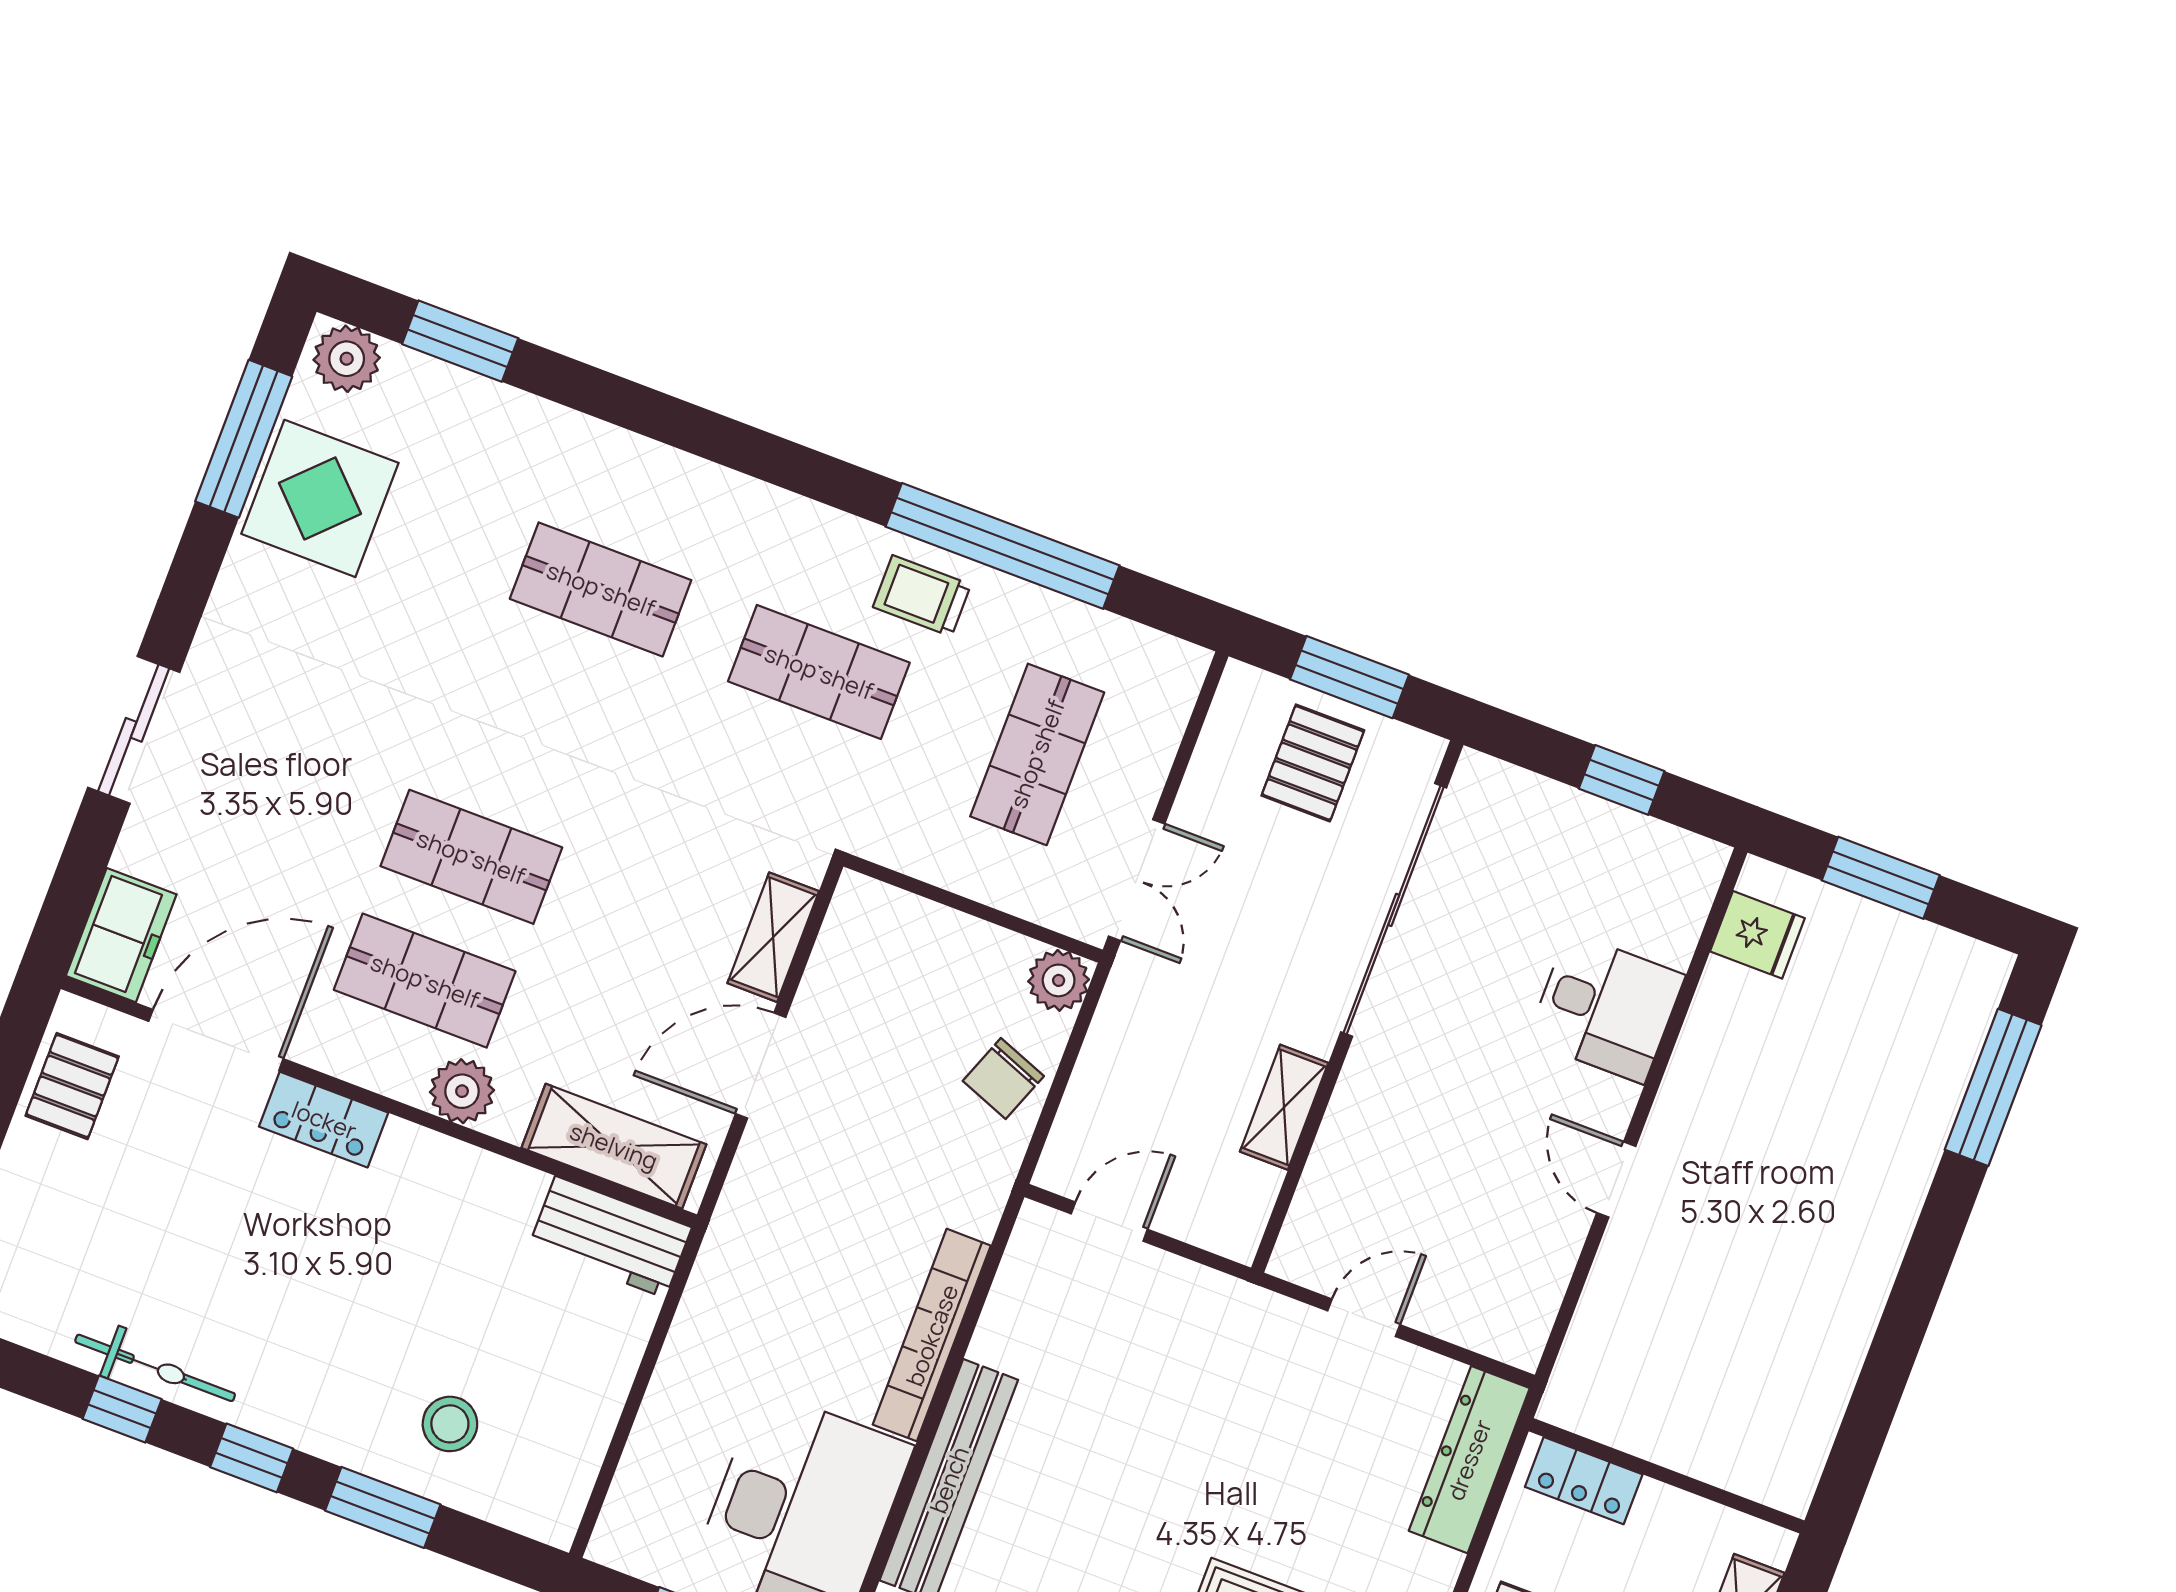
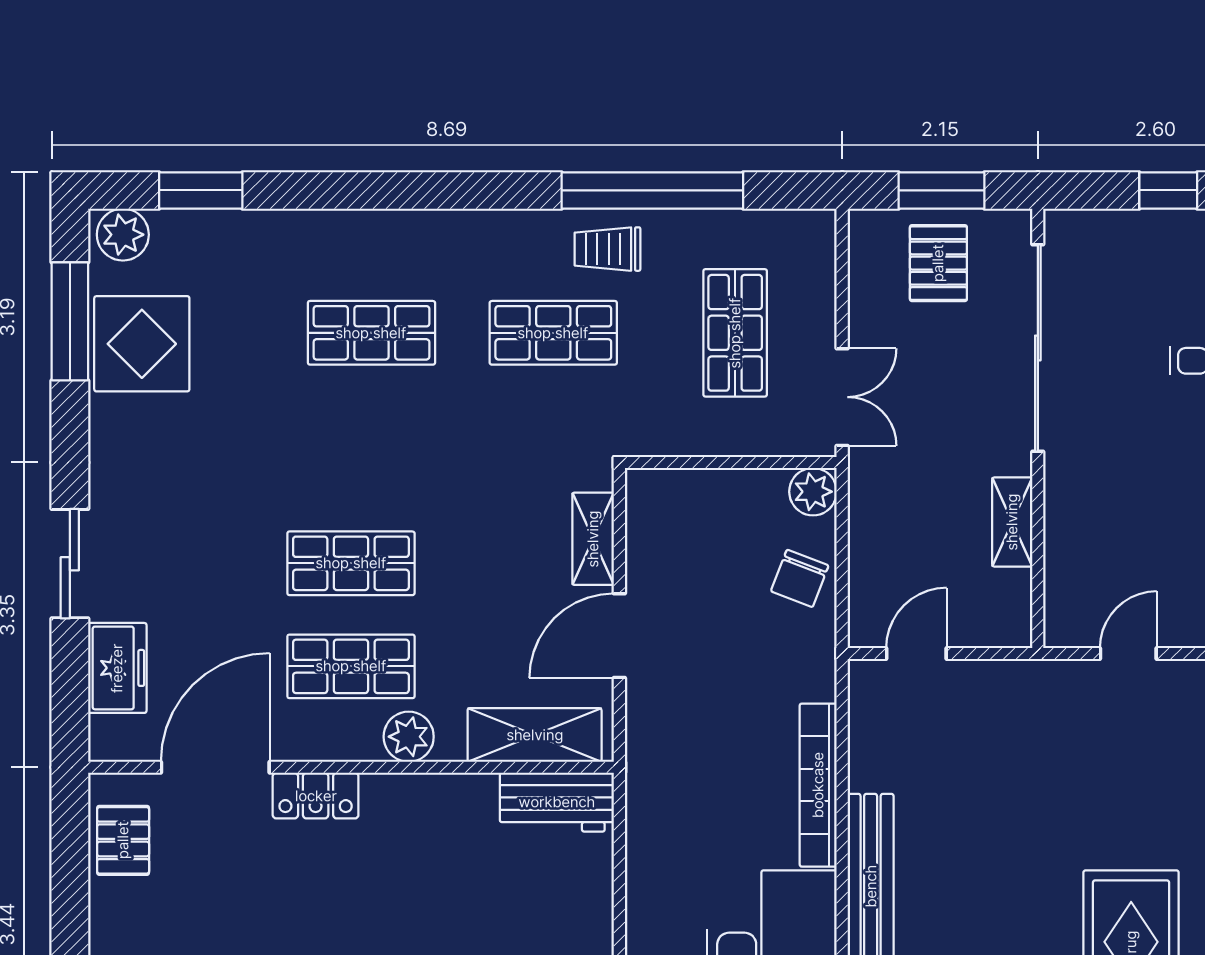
freezer: (121, 935) -> (117, 668), moved

